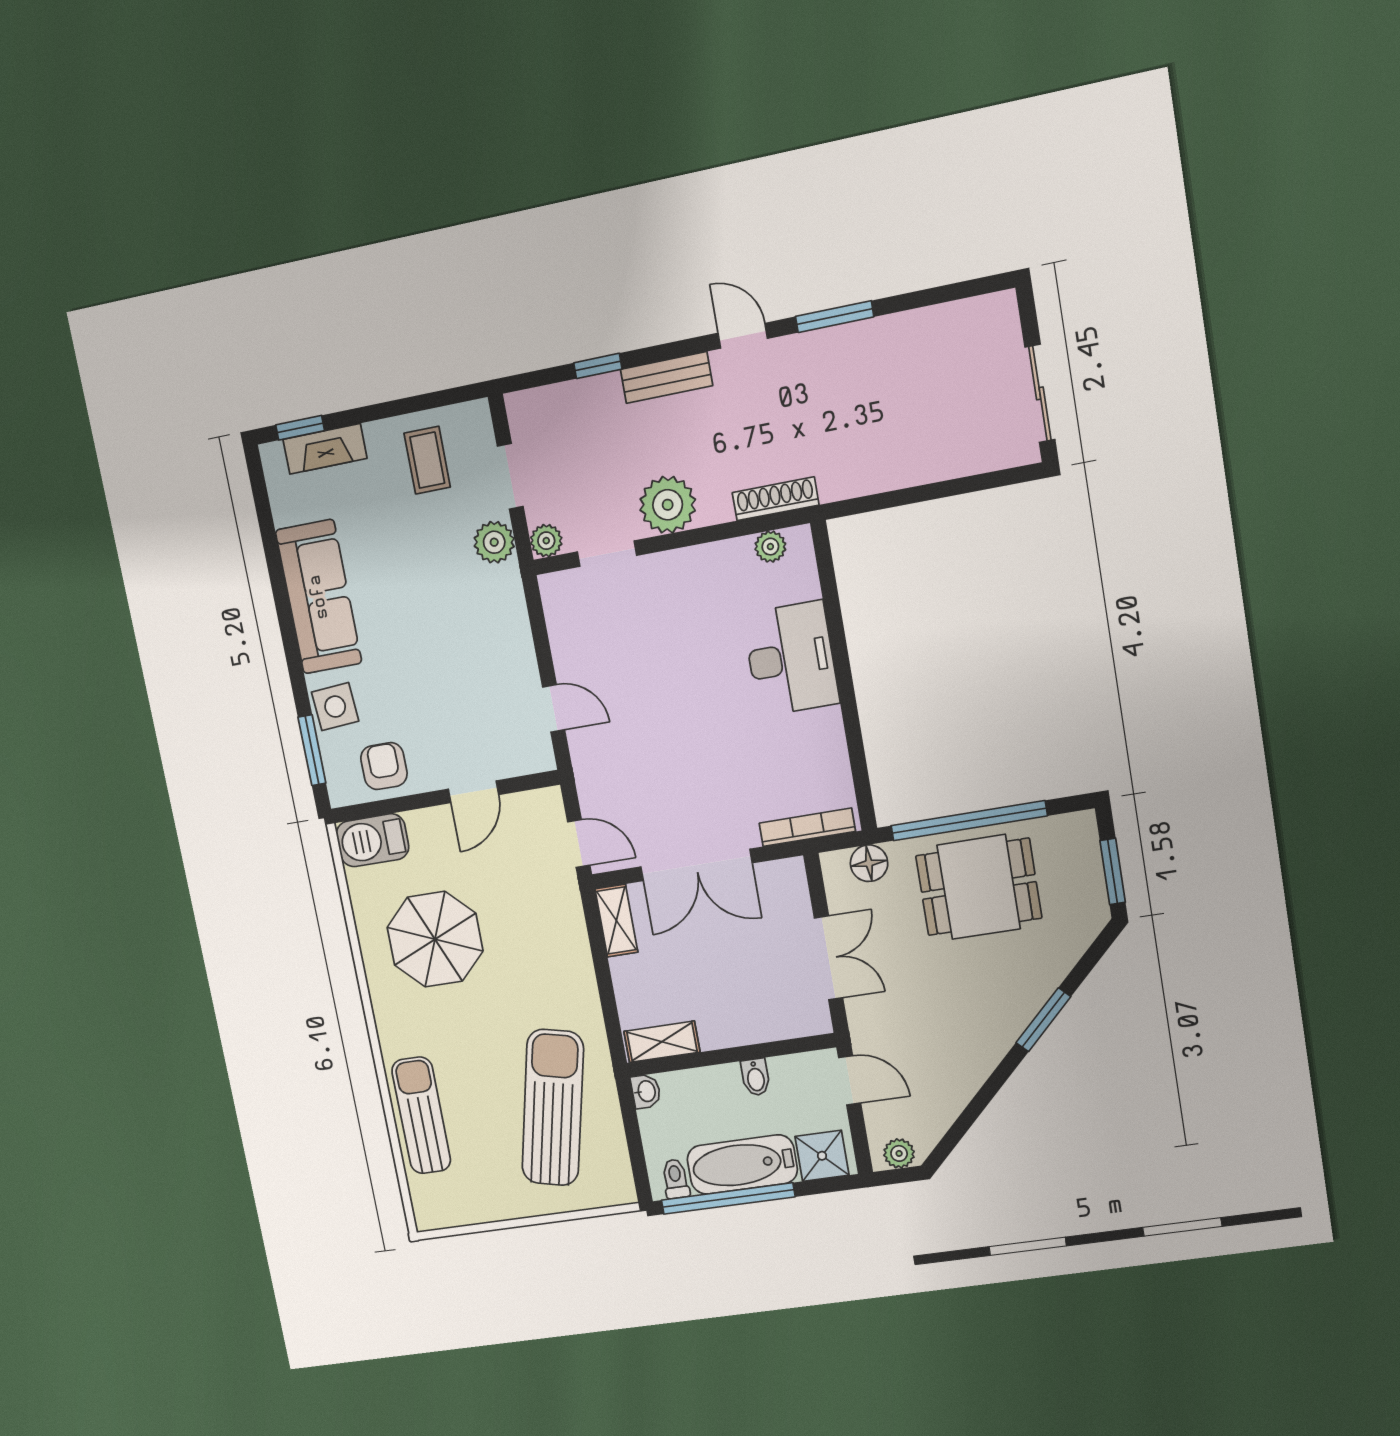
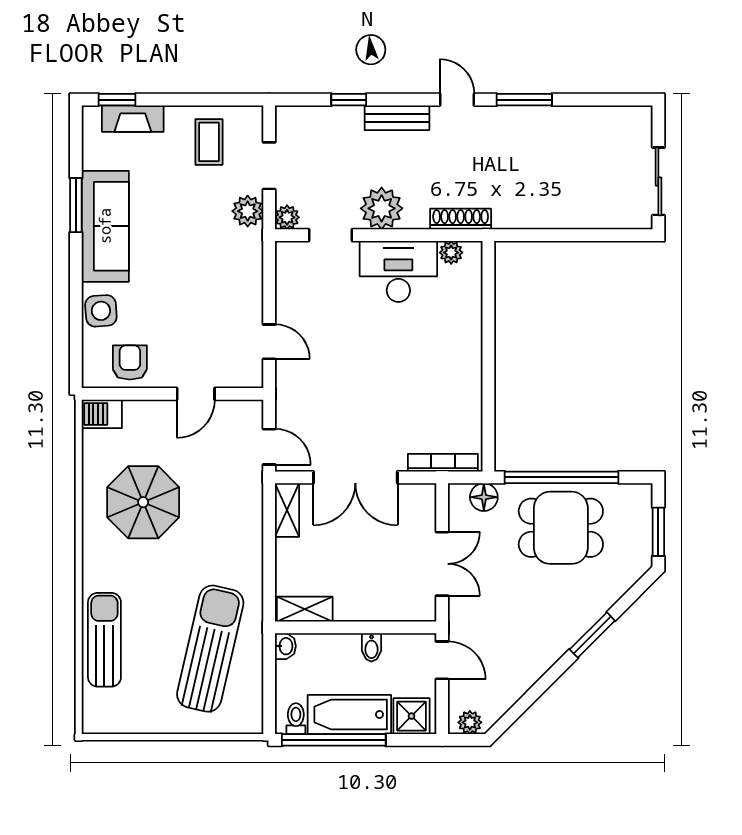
desk: (791, 659) -> (398, 271), moved, turned -90
window: (312, 750) -> (76, 205), moved
barbecue: (373, 840) -> (102, 414), width x0.73, depth x0.79

